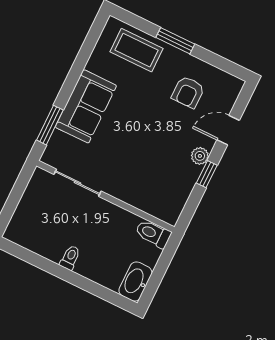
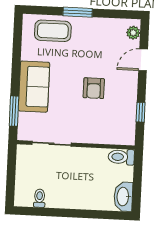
armchair: (188, 92) -> (94, 88), moved
plant: (200, 156) -> (133, 33), moved
window: (207, 174) -> (141, 112), moved
toilet: (70, 258) -> (39, 198), moved

